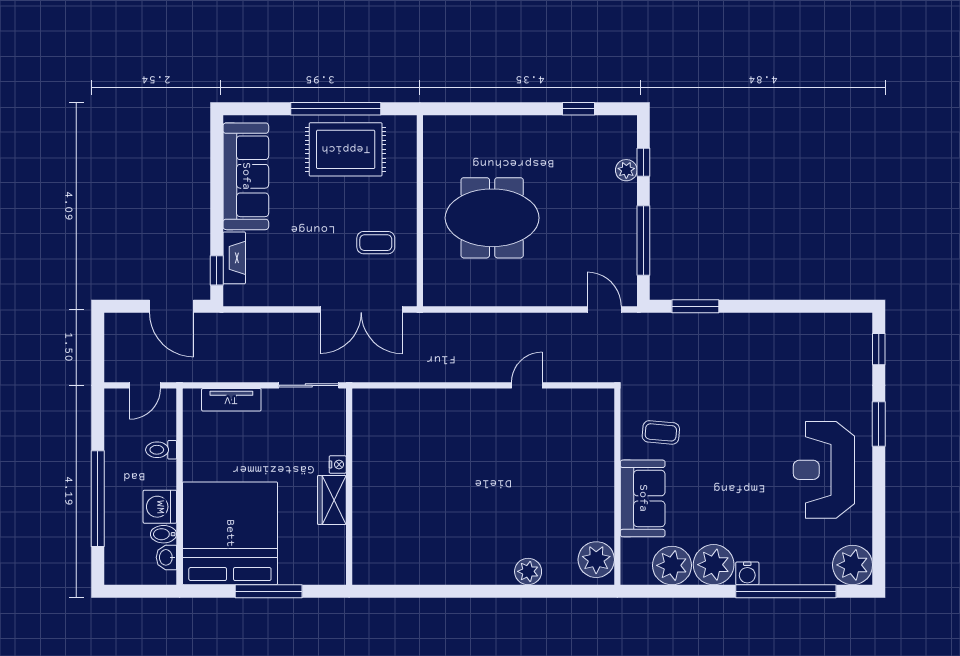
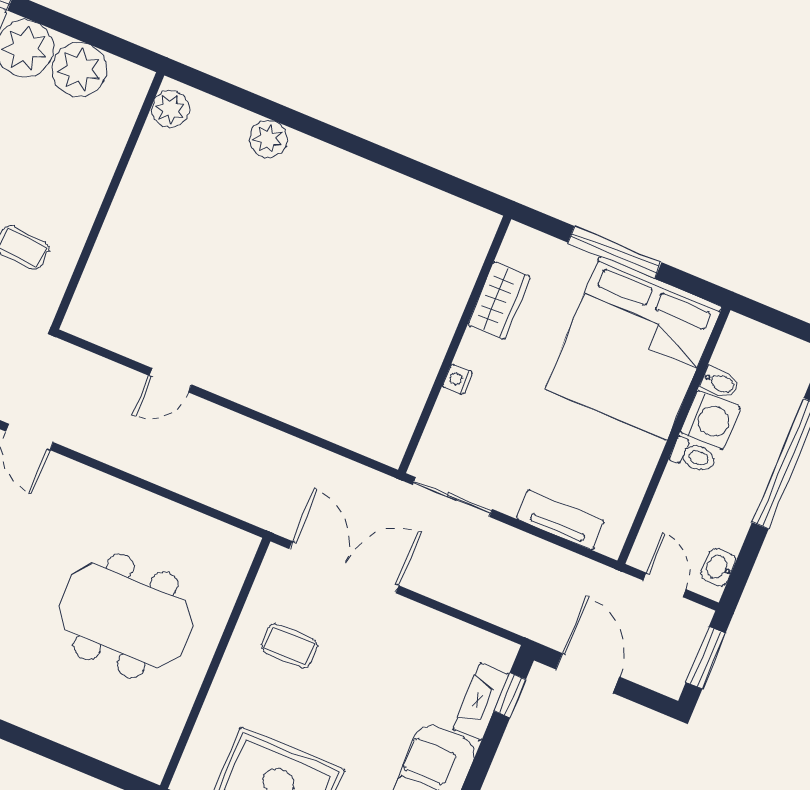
window: (98, 349) -> (706, 658), added
door: (145, 385) -> (665, 585), hinge flipped
toilet: (161, 450) -> (693, 456), moved
sofa: (643, 498) -> (81, 172), removed
wardrobe: (332, 500) -> (499, 301), moved
washbasin: (166, 557) -> (718, 567), moved, turned 180
plant: (596, 560) -> (170, 109), width x0.73, depth x0.73

